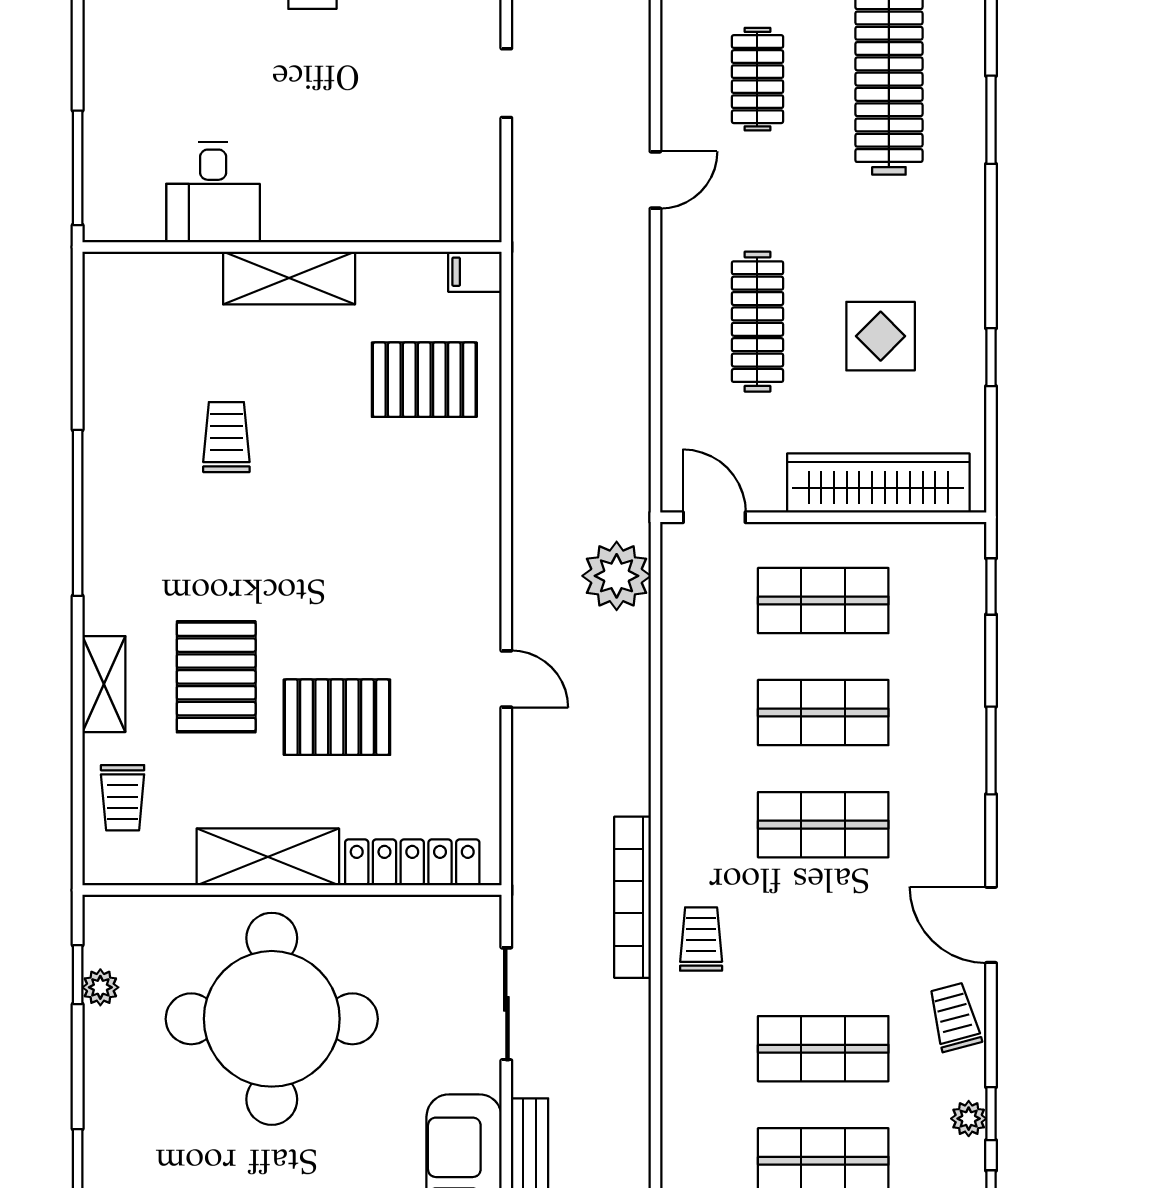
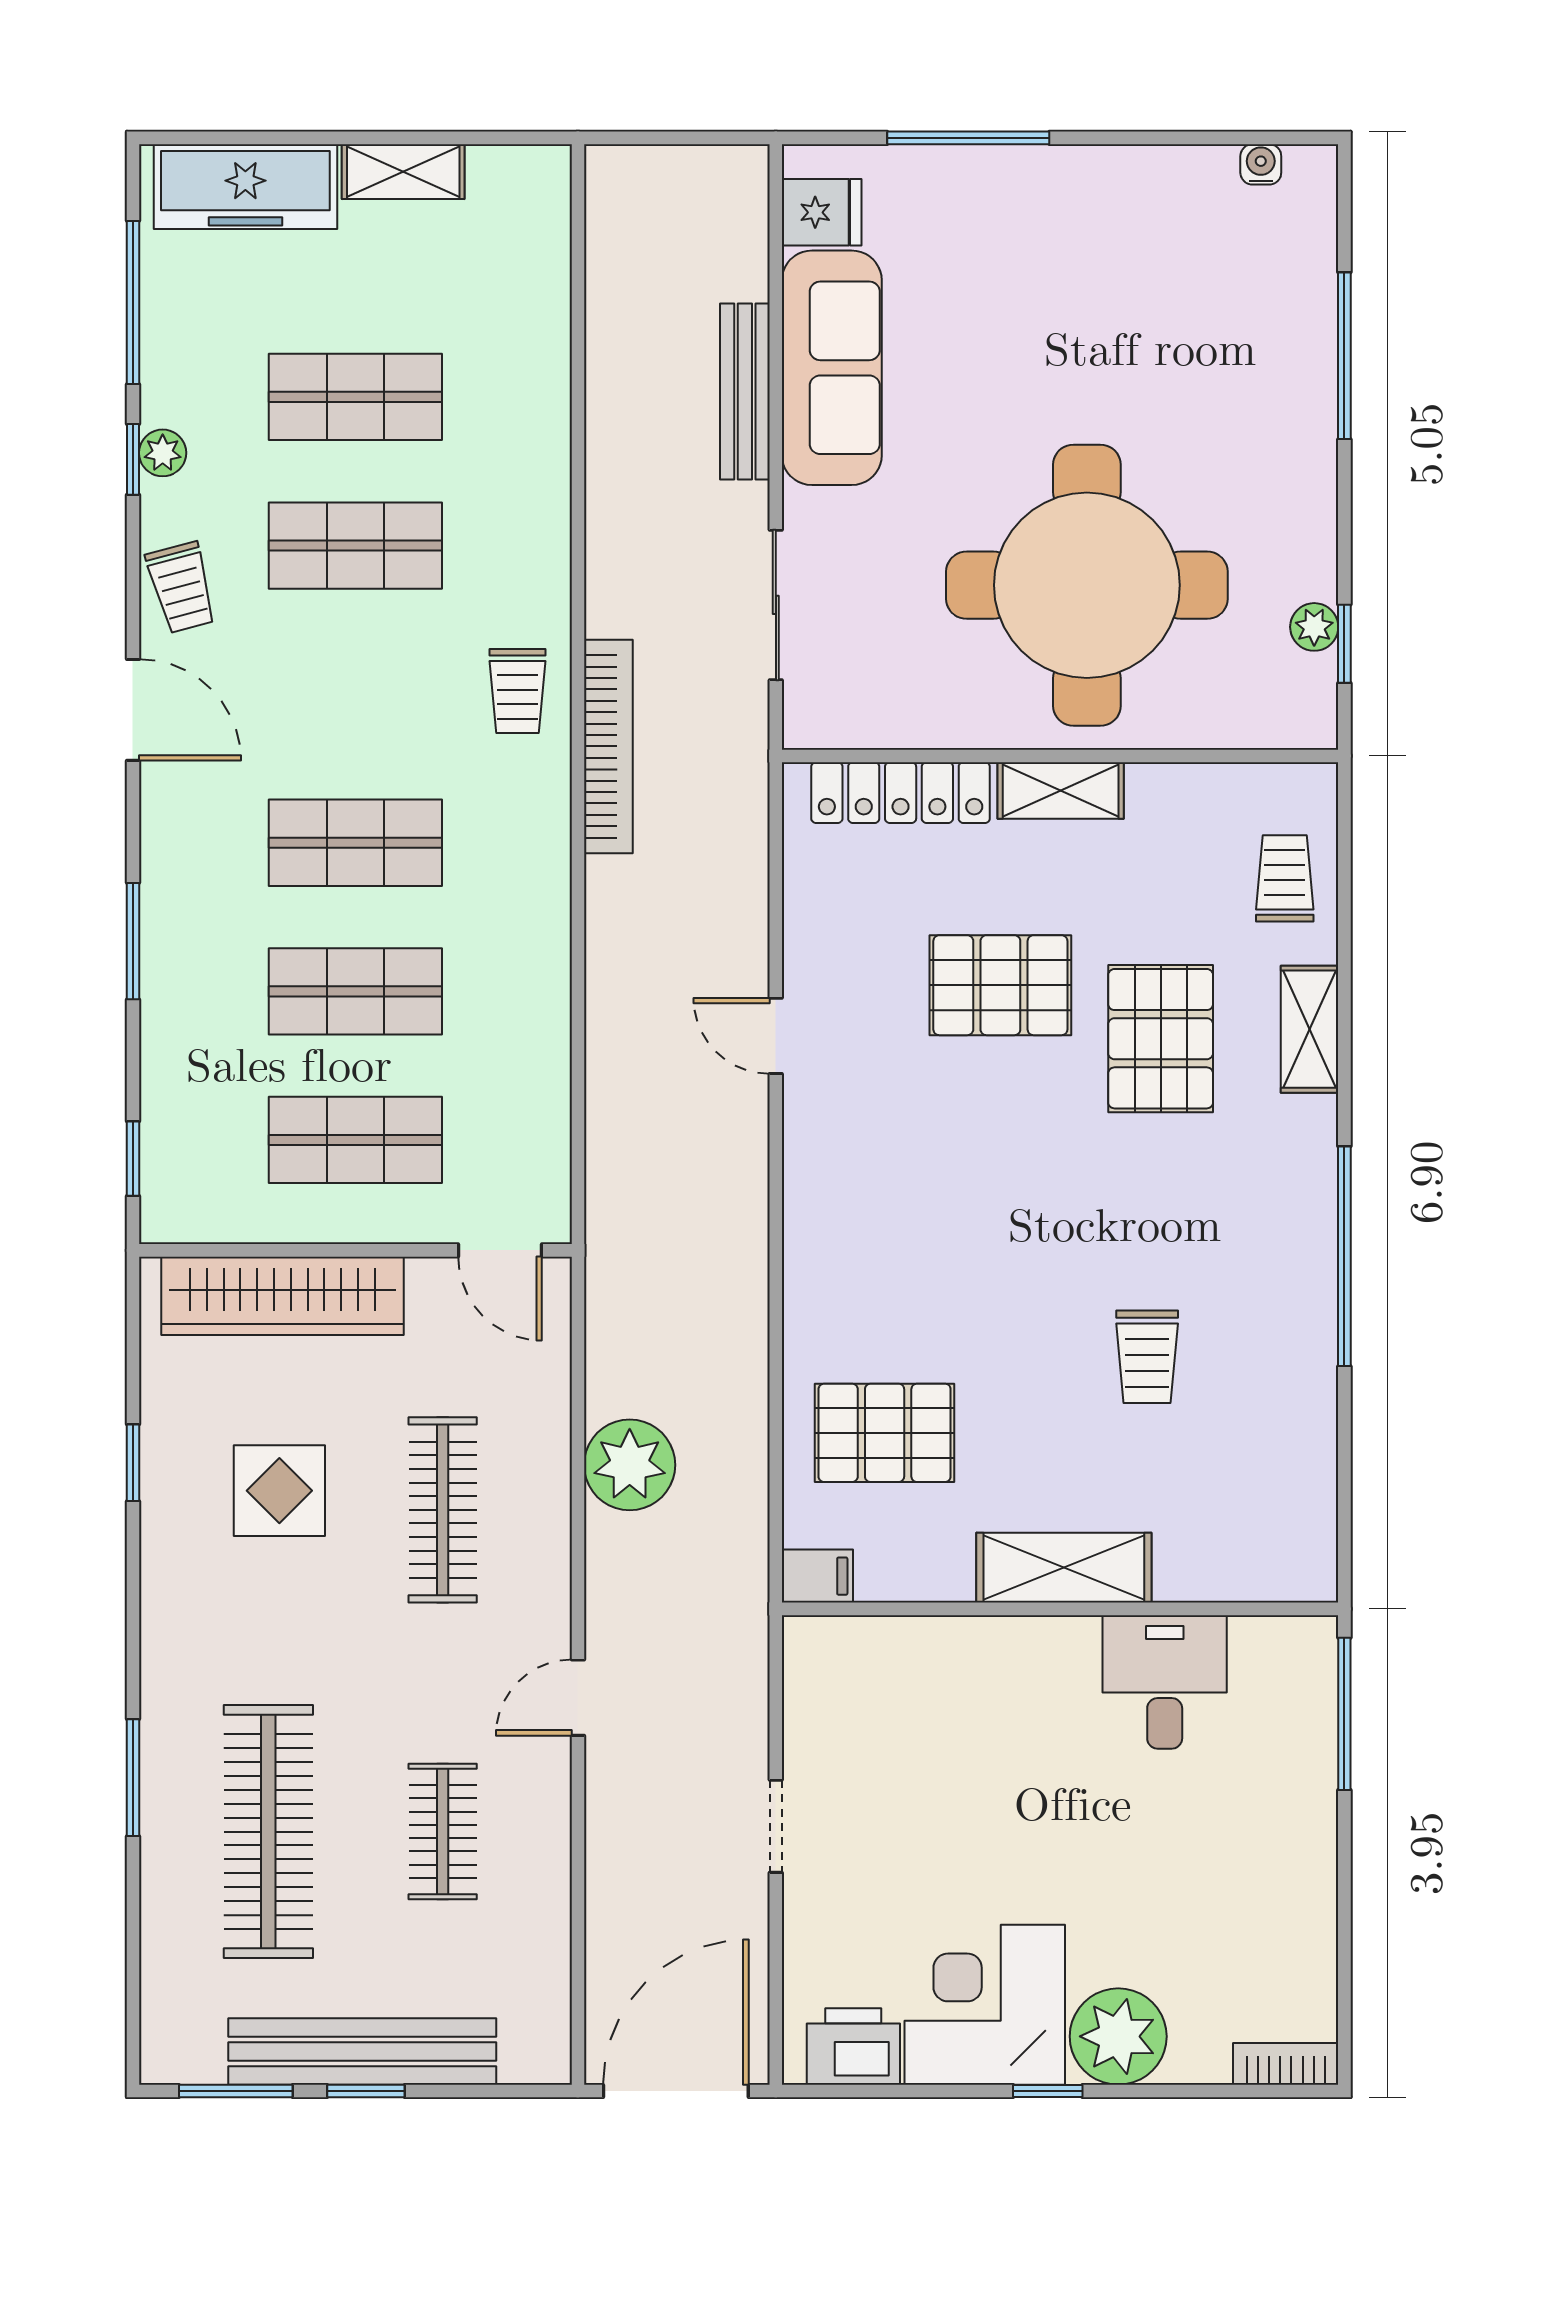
plant: (617, 576) -> (630, 1465), moved
shelving: (268, 857) -> (1061, 790), width x0.67, depth x0.75

